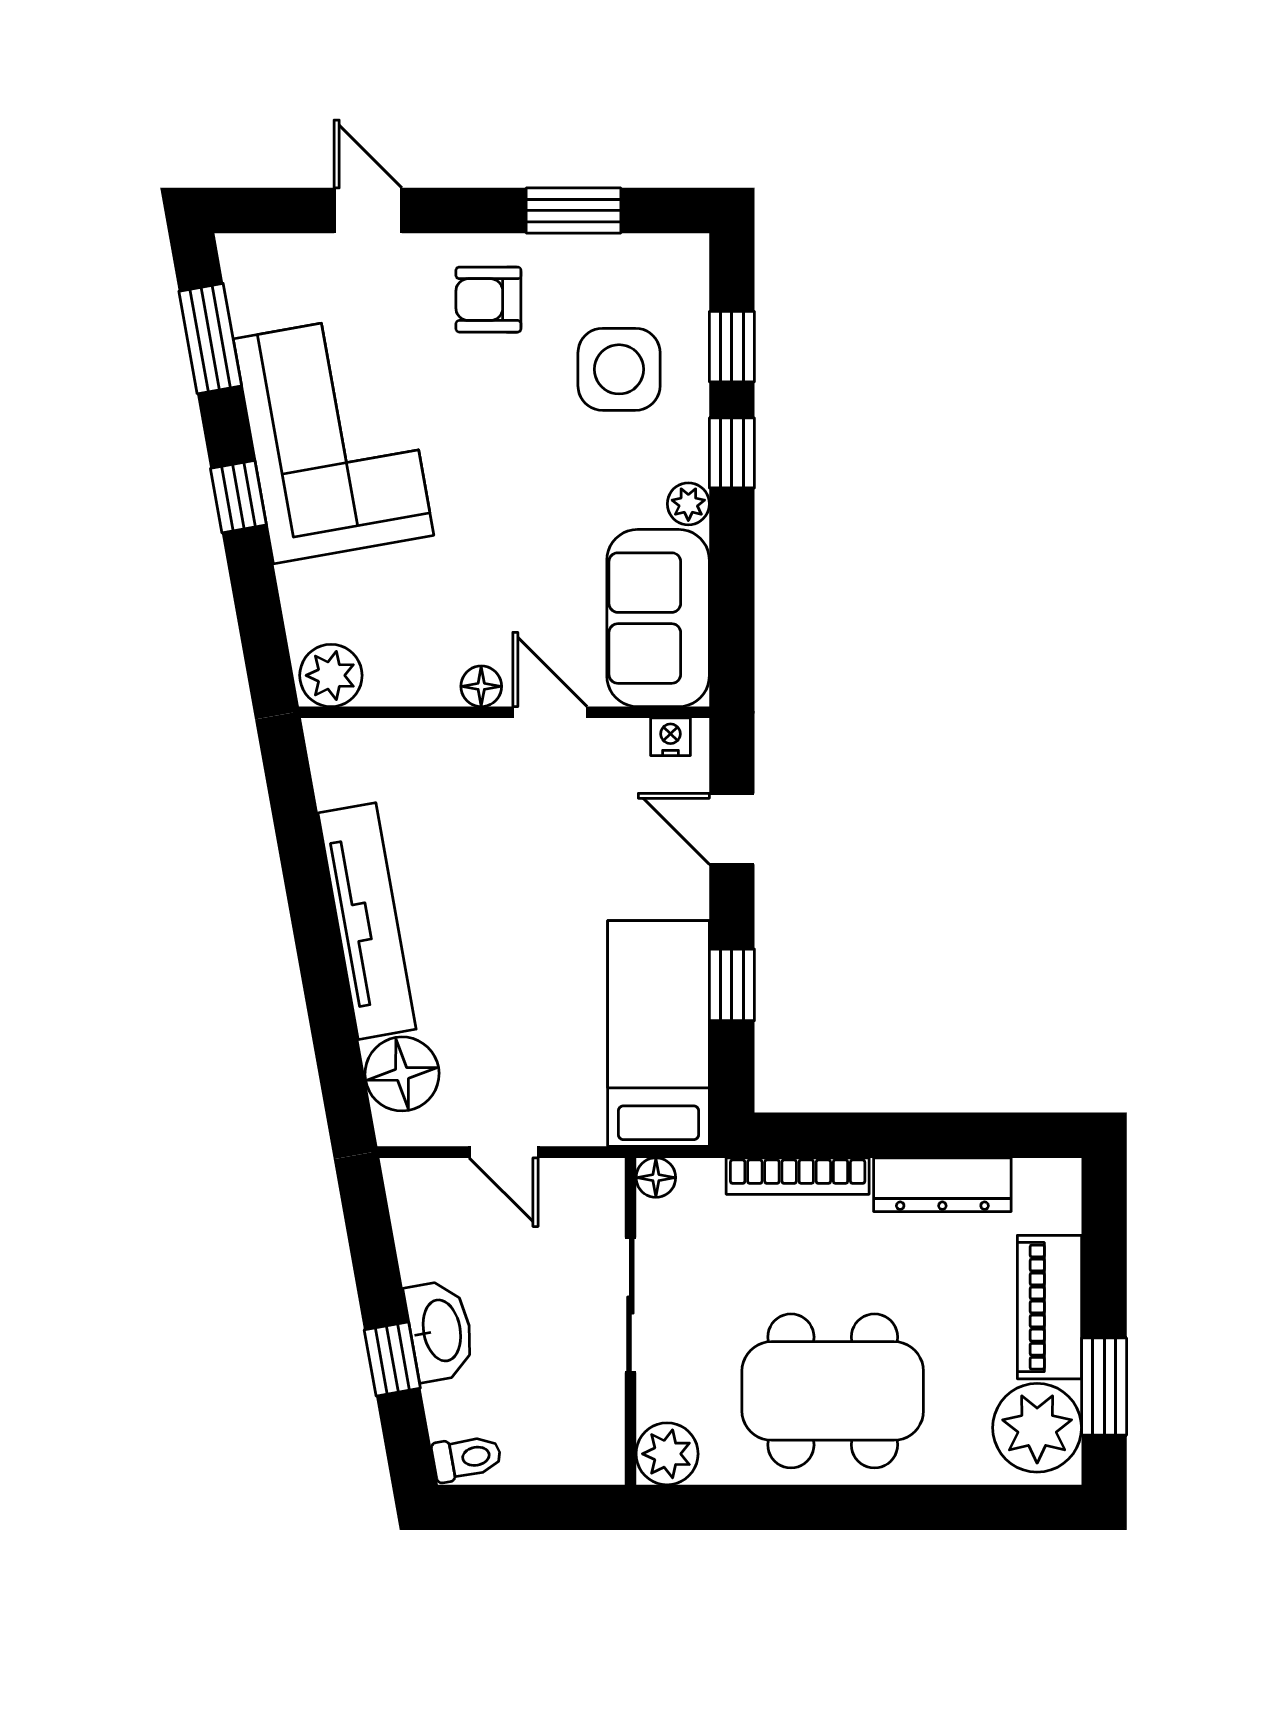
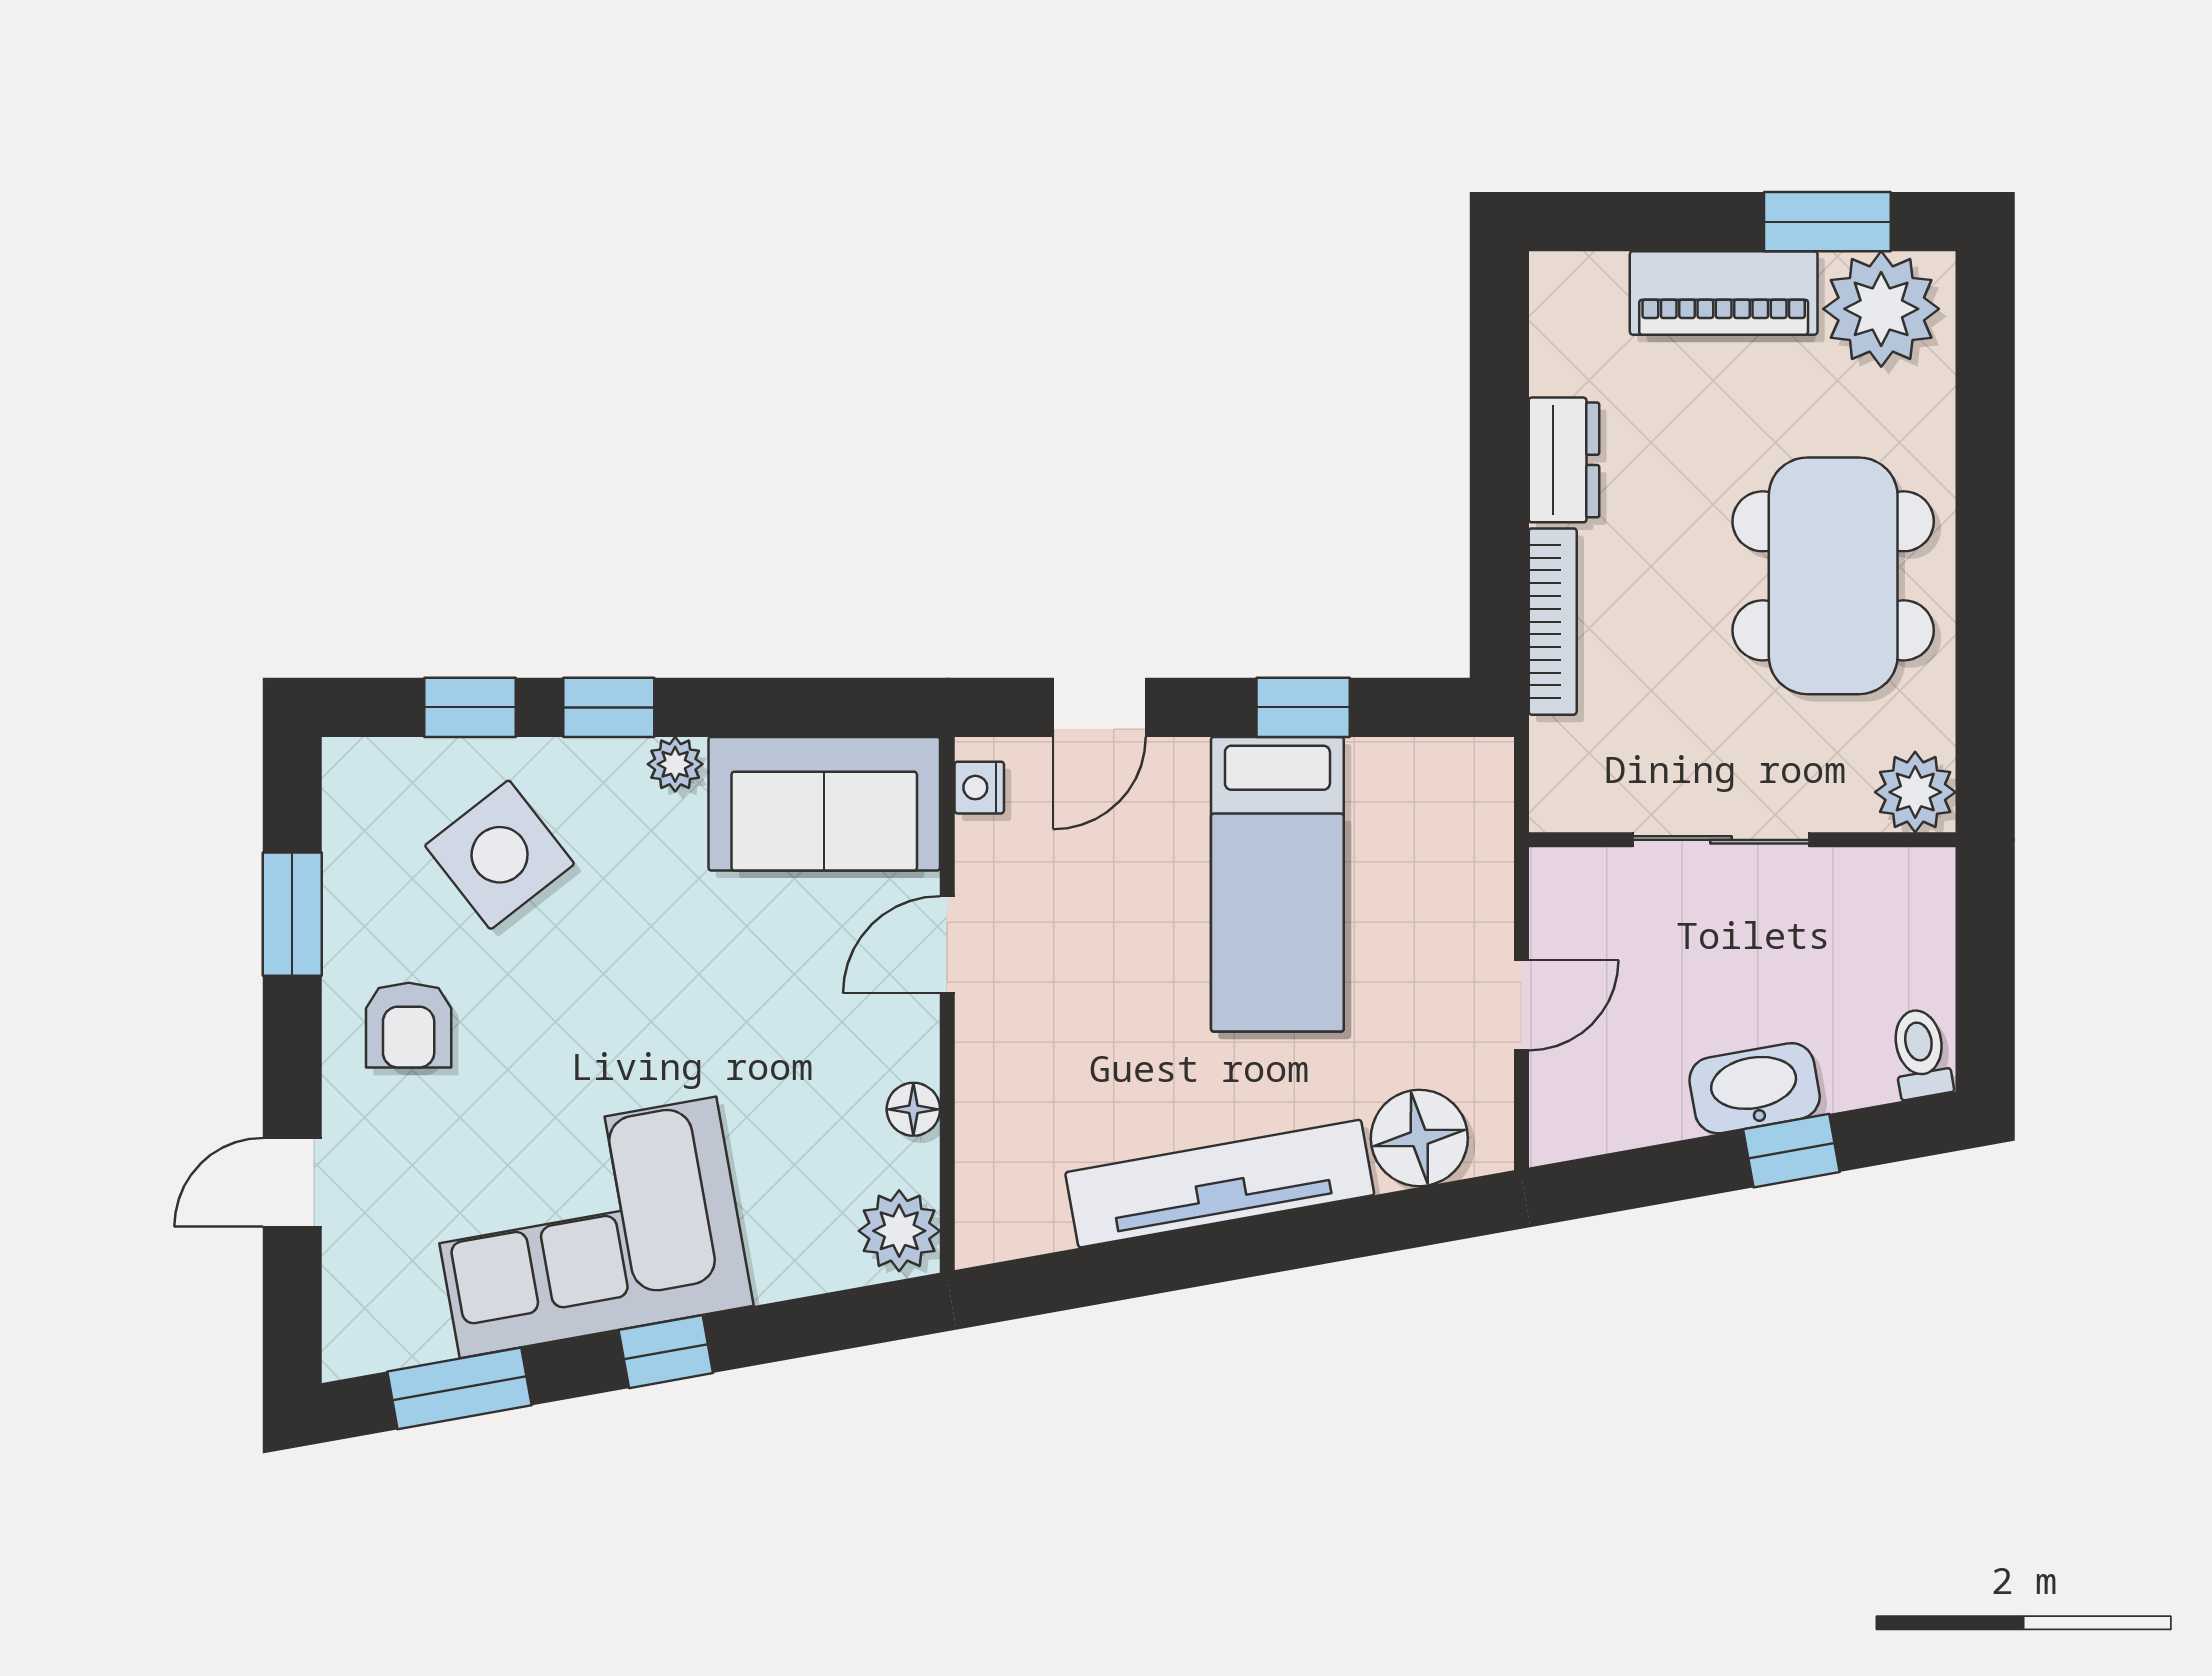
side table: (619, 369) -> (500, 855), turned -38
floor lamp: (481, 686) -> (913, 1109), moved
bed: (659, 1034) -> (1277, 884), moved, turned -90
floor lamp: (656, 1178) -> (1555, 807), removed
dresser: (942, 1185) -> (1564, 460), width x0.70

